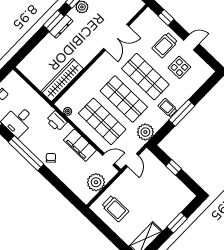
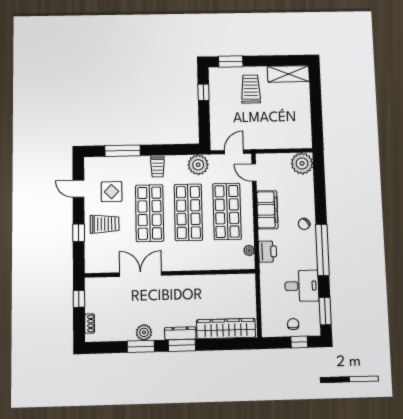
window: (166, 18) -> (79, 233), moved
door: (191, 42) -> (78, 189), moved
wardrobe: (62, 80) -> (226, 329), moved, turned 180
window: (182, 113) -> (123, 151), moved
window: (174, 167) -> (203, 92), moved
plant: (96, 182) -> (302, 163), moved
trolley: (115, 209) -> (251, 89), moved
window: (177, 223) -> (231, 61), moved

